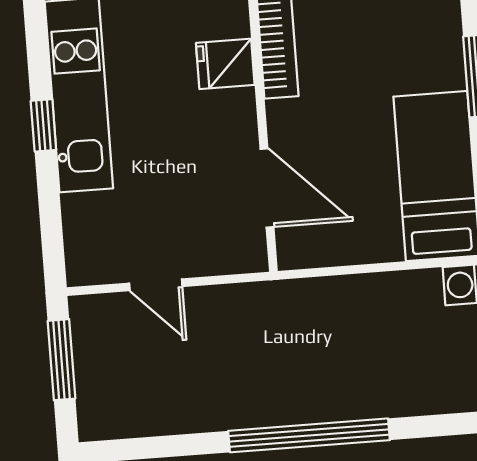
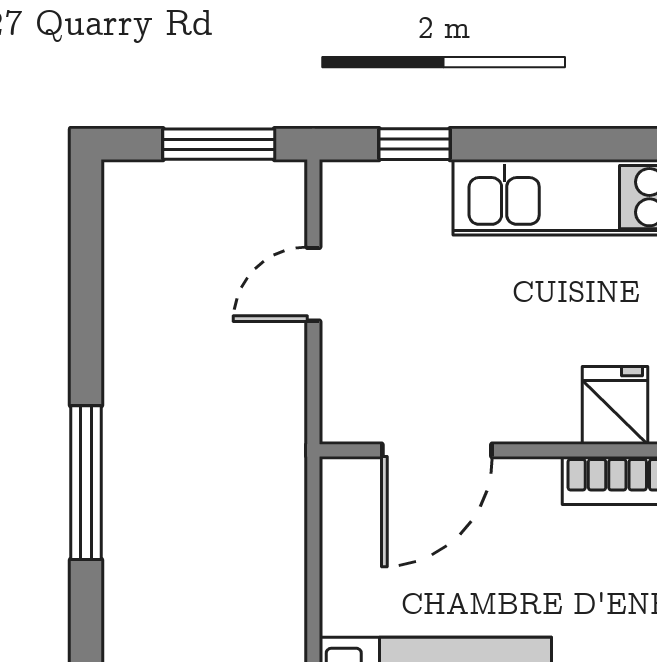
window: (43, 125) -> (414, 144), moved
window: (309, 435) -> (86, 483), width x0.68

